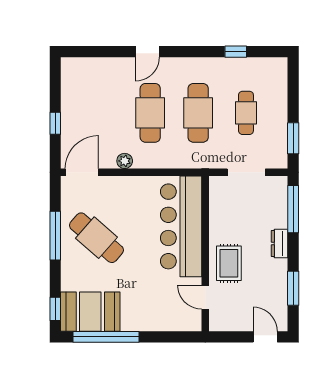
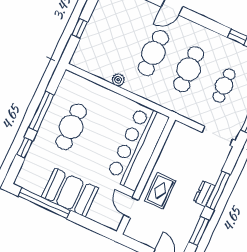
door: (82, 172) -> (83, 74), removed
doorway: (246, 172) -> (217, 136), moved
window: (293, 209) -> (218, 190), moved
cafe table: (96, 238) -> (71, 127), turned 49
window: (55, 309) -> (25, 147), moved
booth: (90, 312) -> (70, 192), moved

